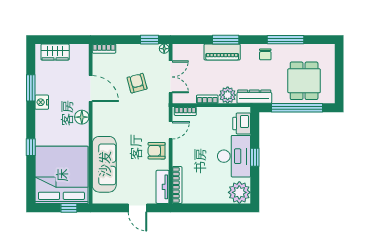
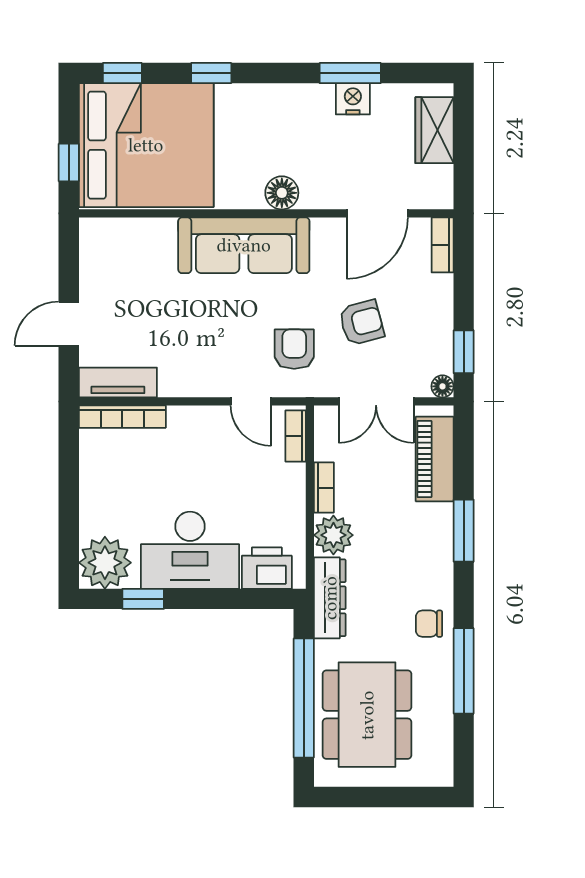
piano: (222, 52) -> (435, 459), moved
dining table: (304, 81) -> (367, 715), width x1.38
door: (91, 89) -> (377, 213), moved
nightstand: (42, 102) -> (353, 99), moved
armchair: (157, 151) -> (294, 349), moved
window: (255, 157) -> (143, 599), moved
sofa: (104, 164) -> (244, 245), moved
window: (31, 185) -> (122, 73), added

